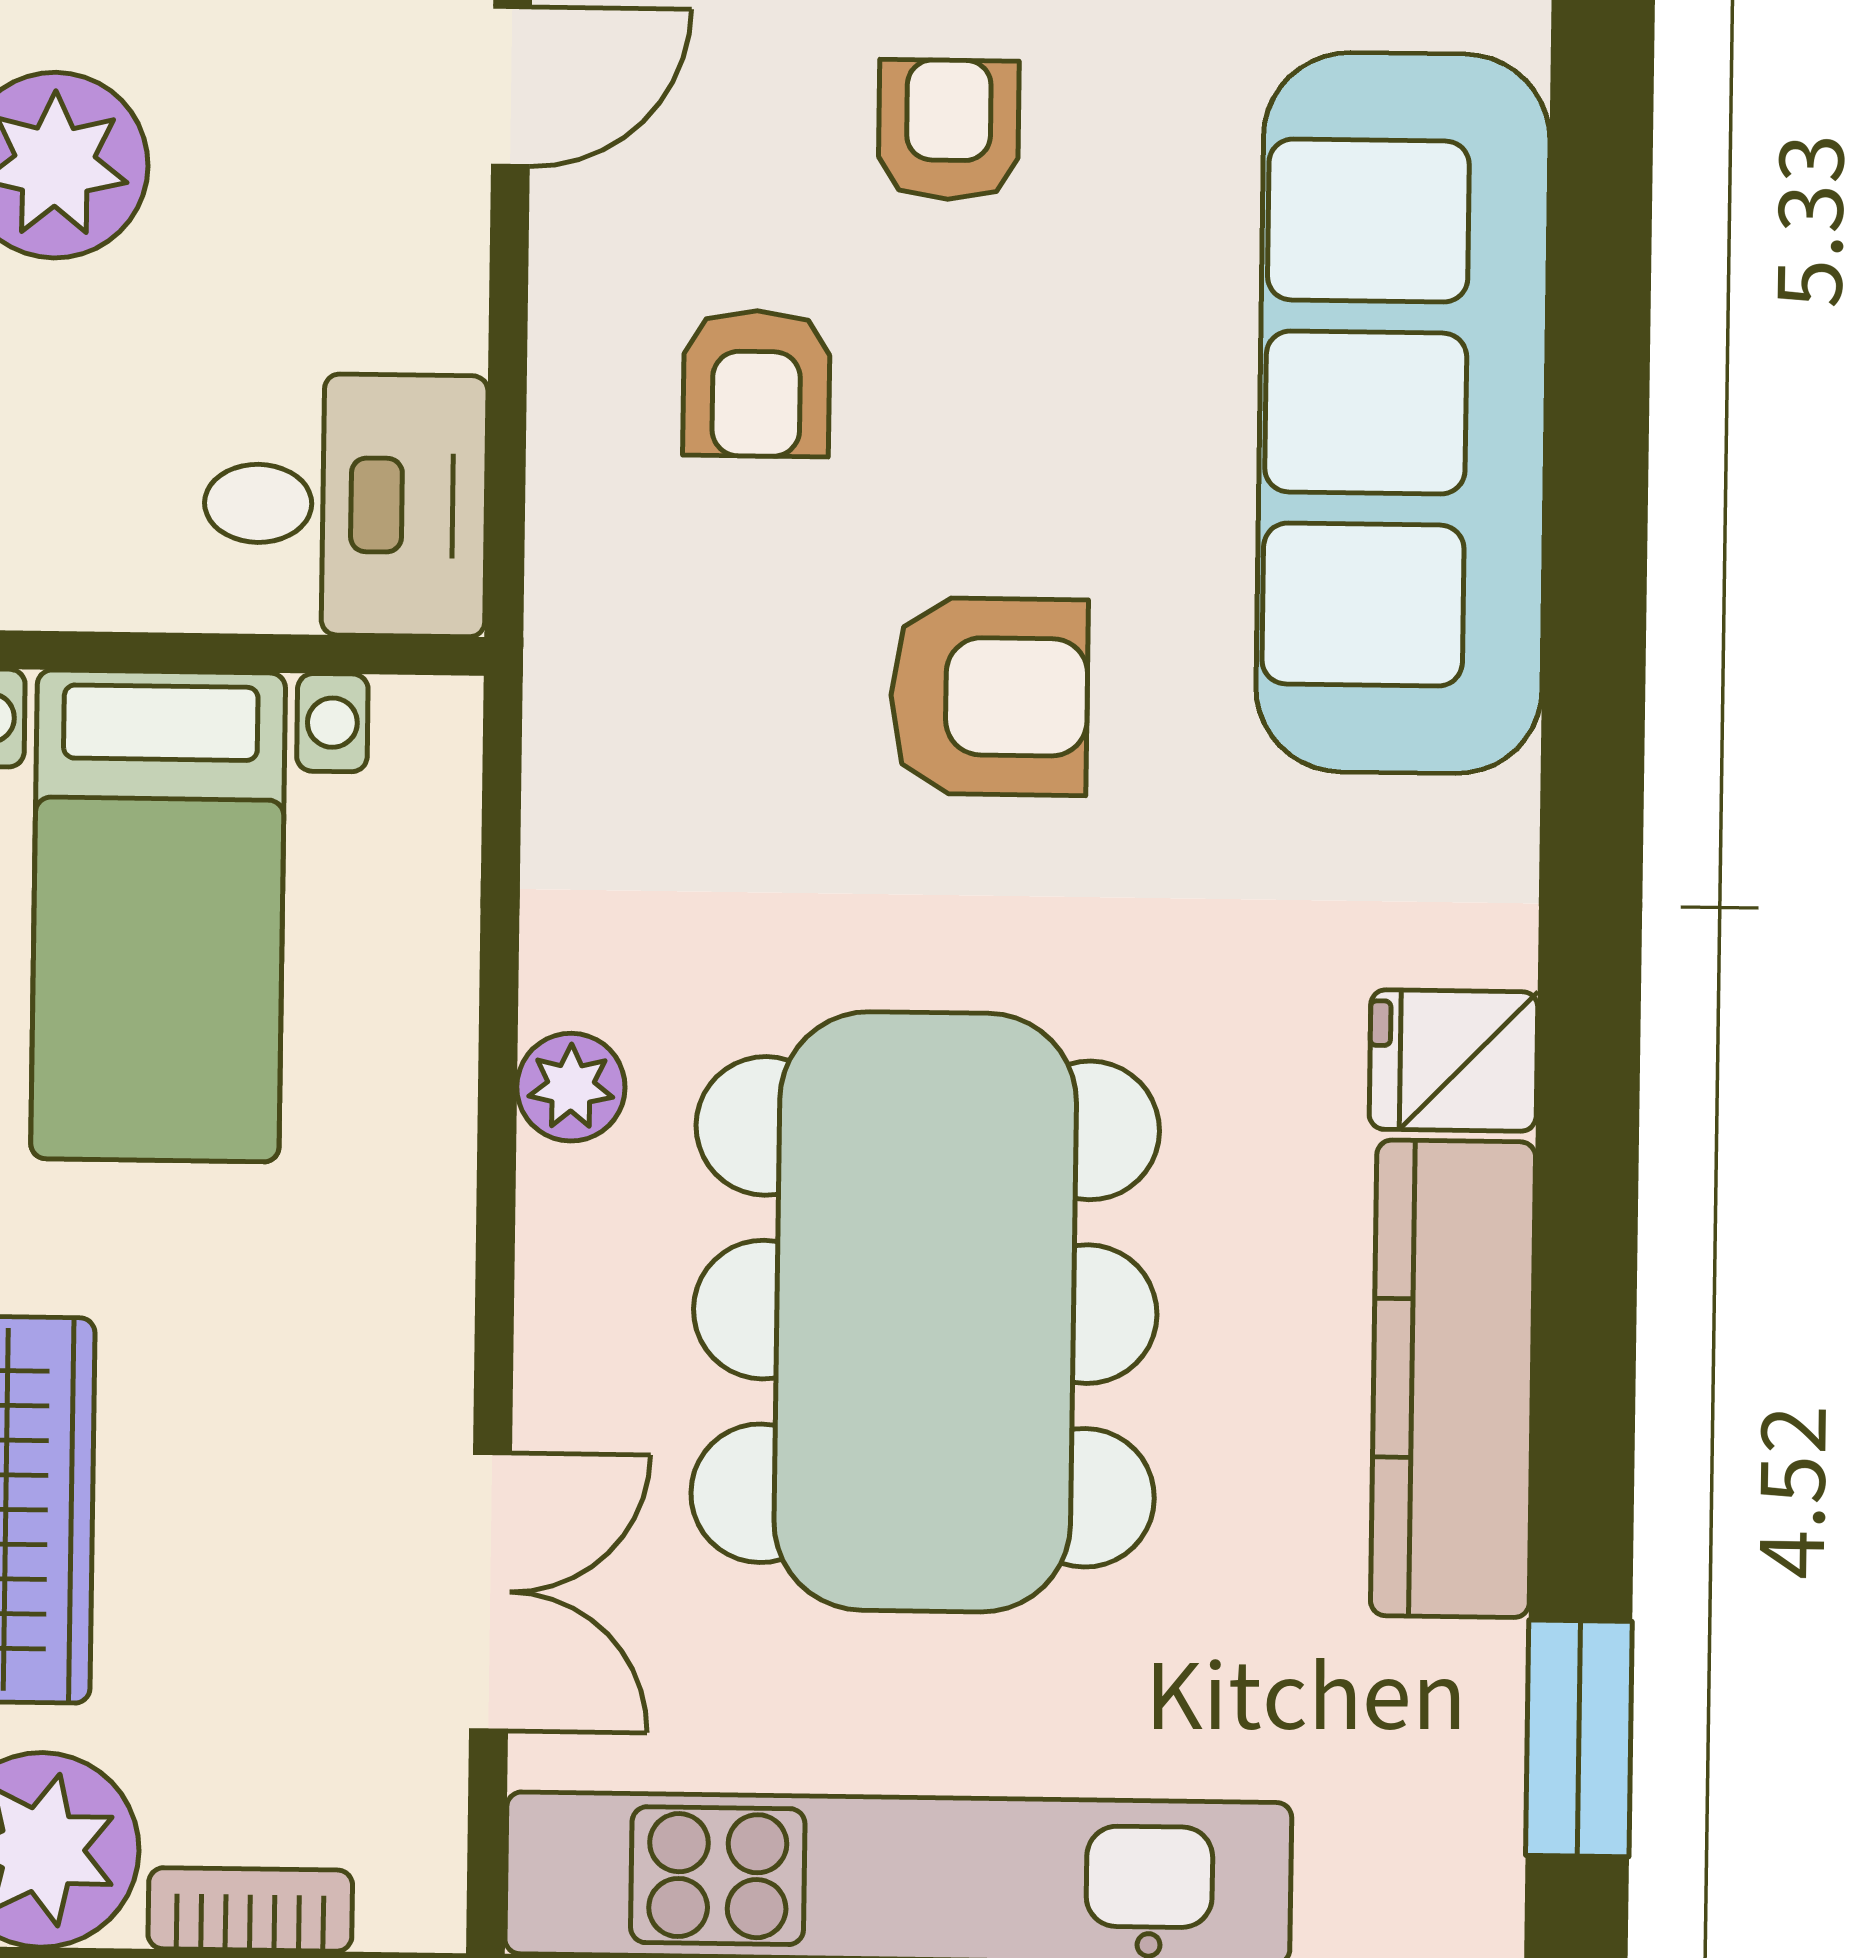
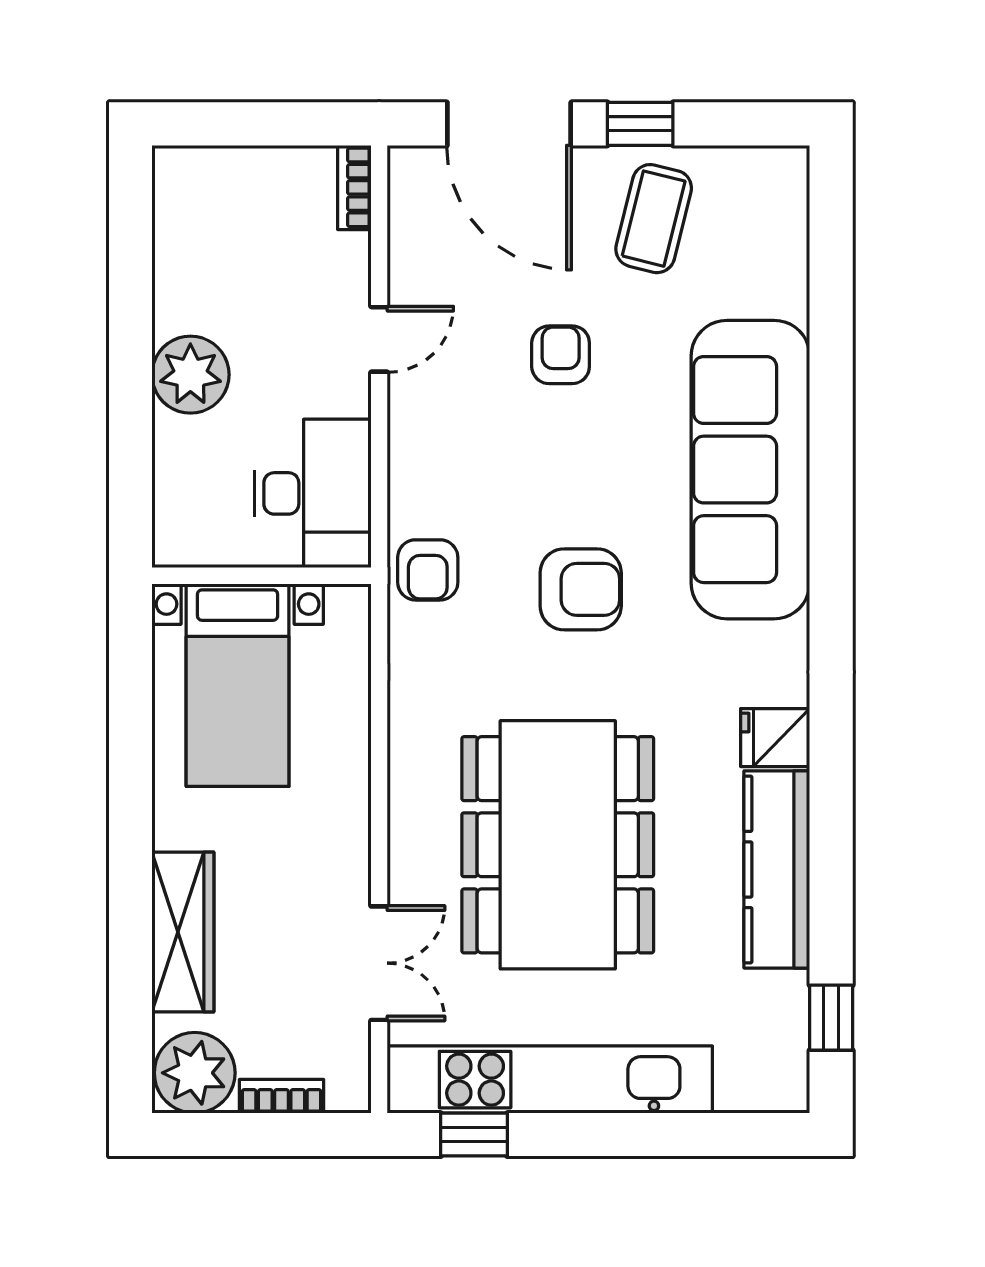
armchair: (756, 383) -> (428, 570), moved
desk: (345, 505) -> (313, 493), width x1.37
plant: (571, 1087) -> (410, 754), removed
window: (1579, 1738) -> (831, 1018), width x0.67

